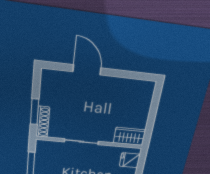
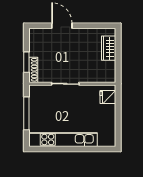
wardrobe: (129, 136) -> (109, 48), moved, turned -90

